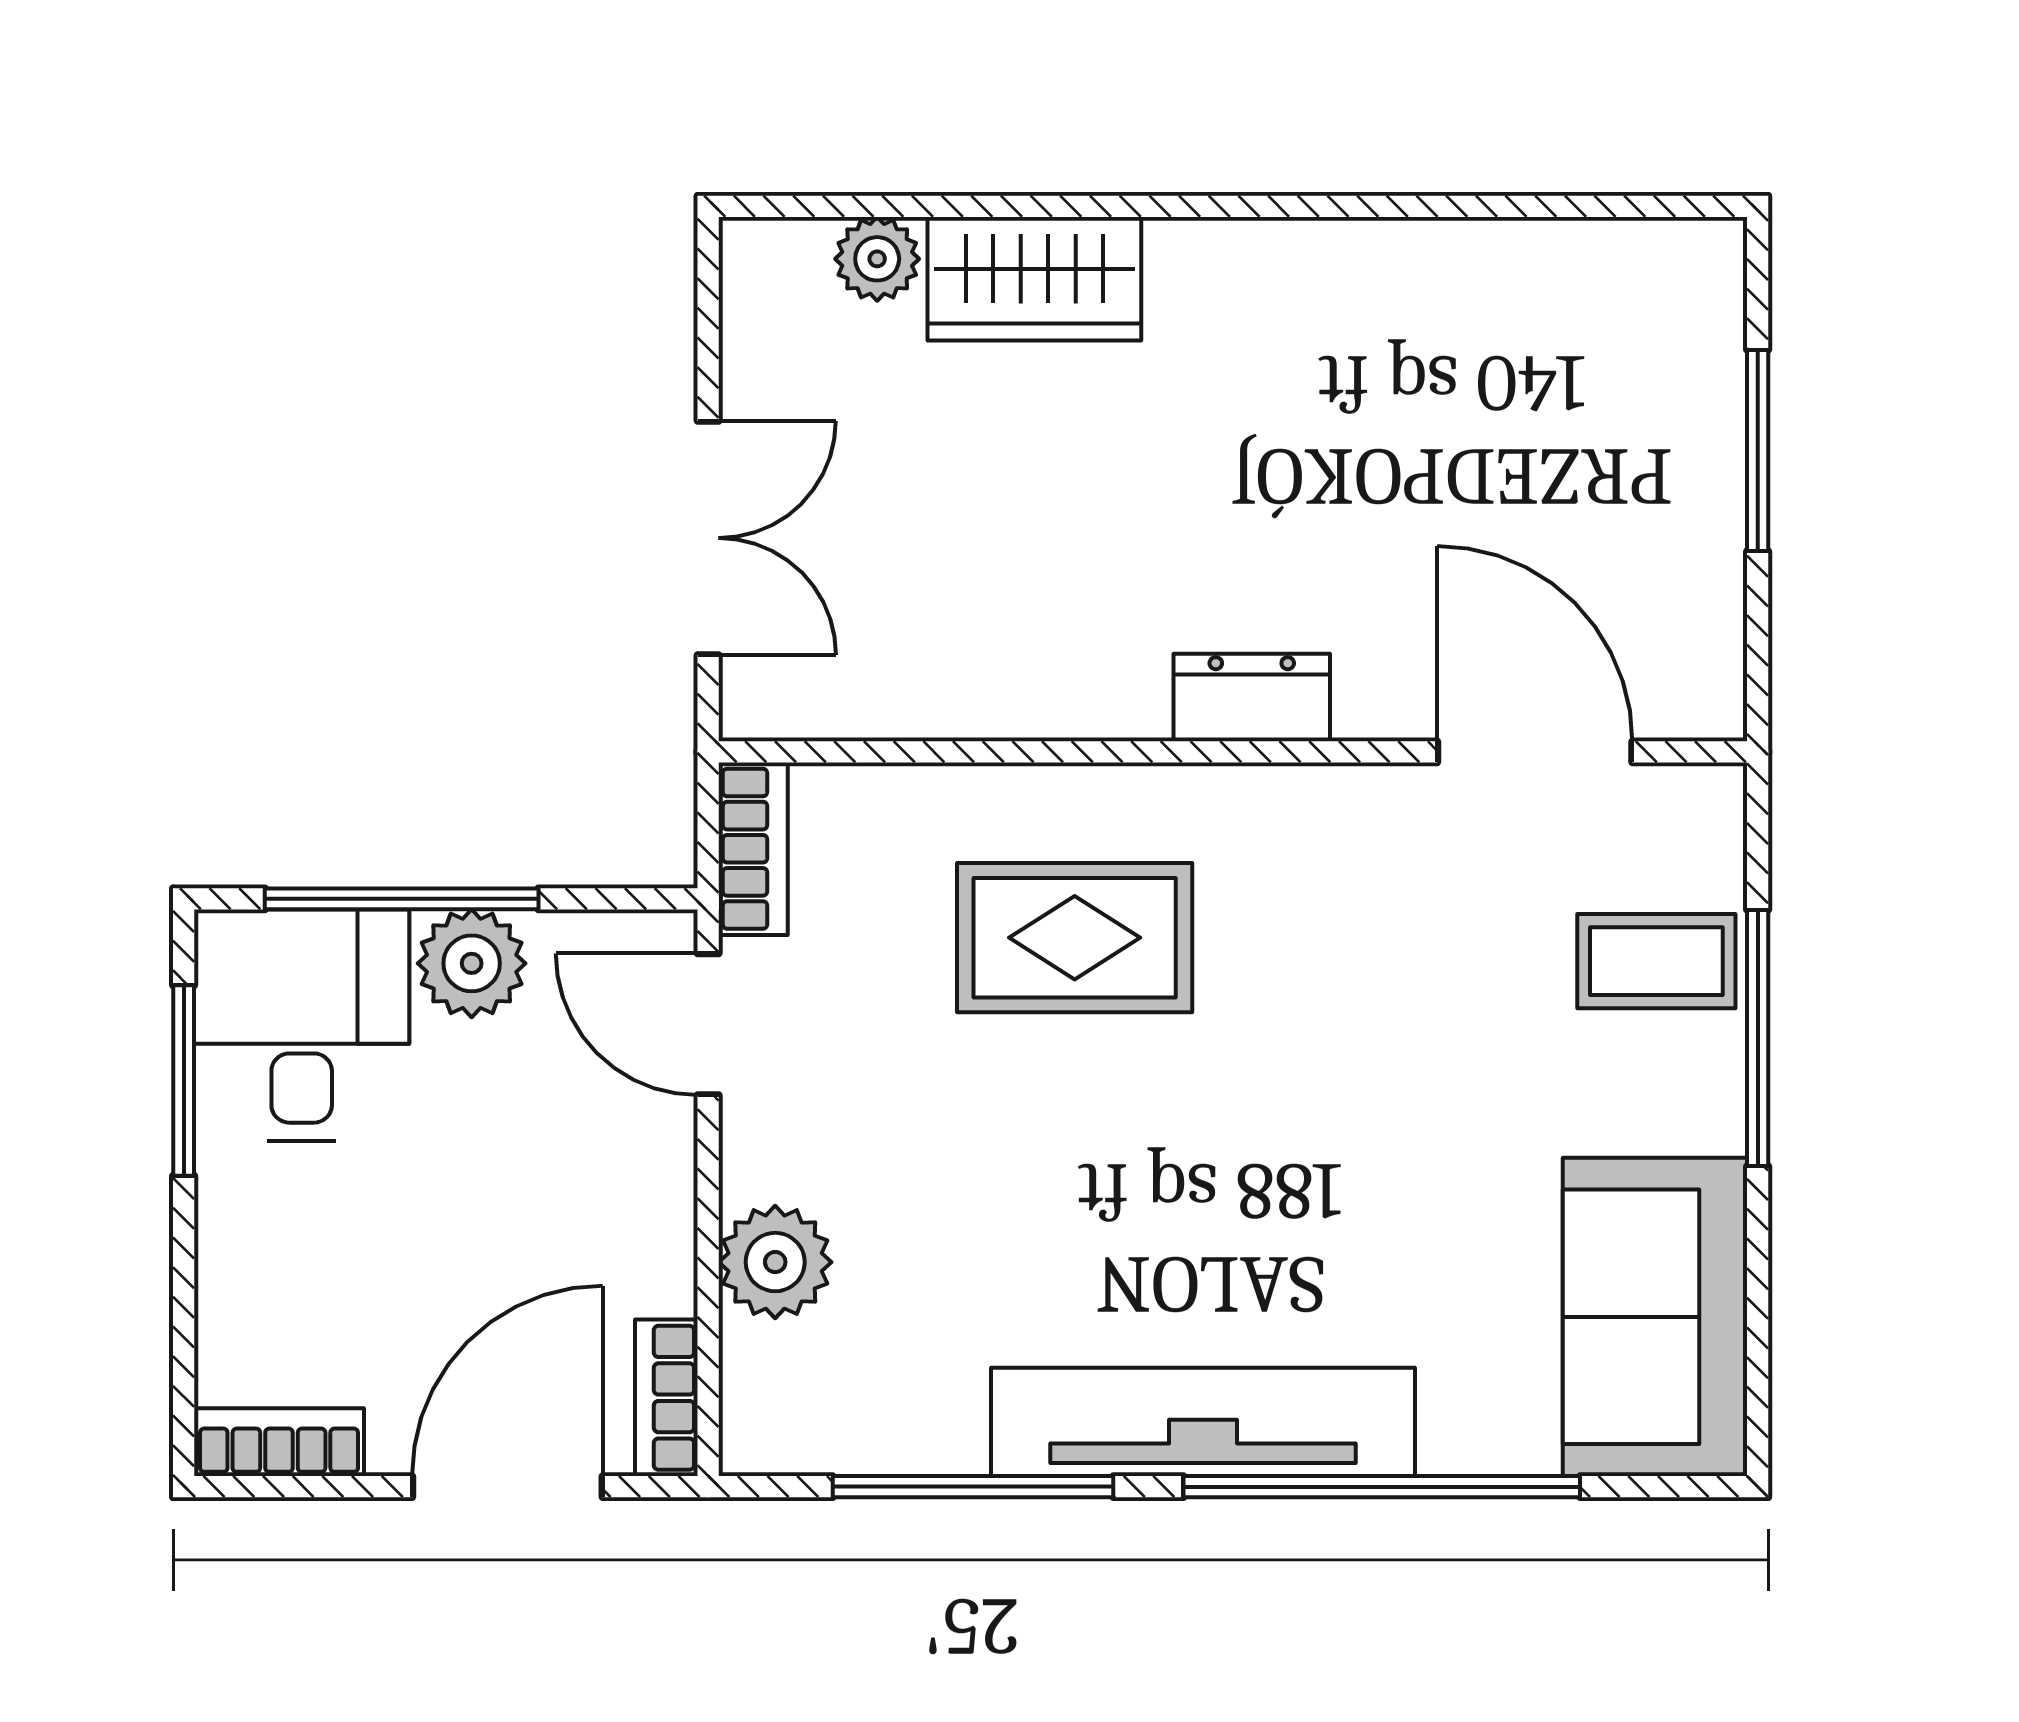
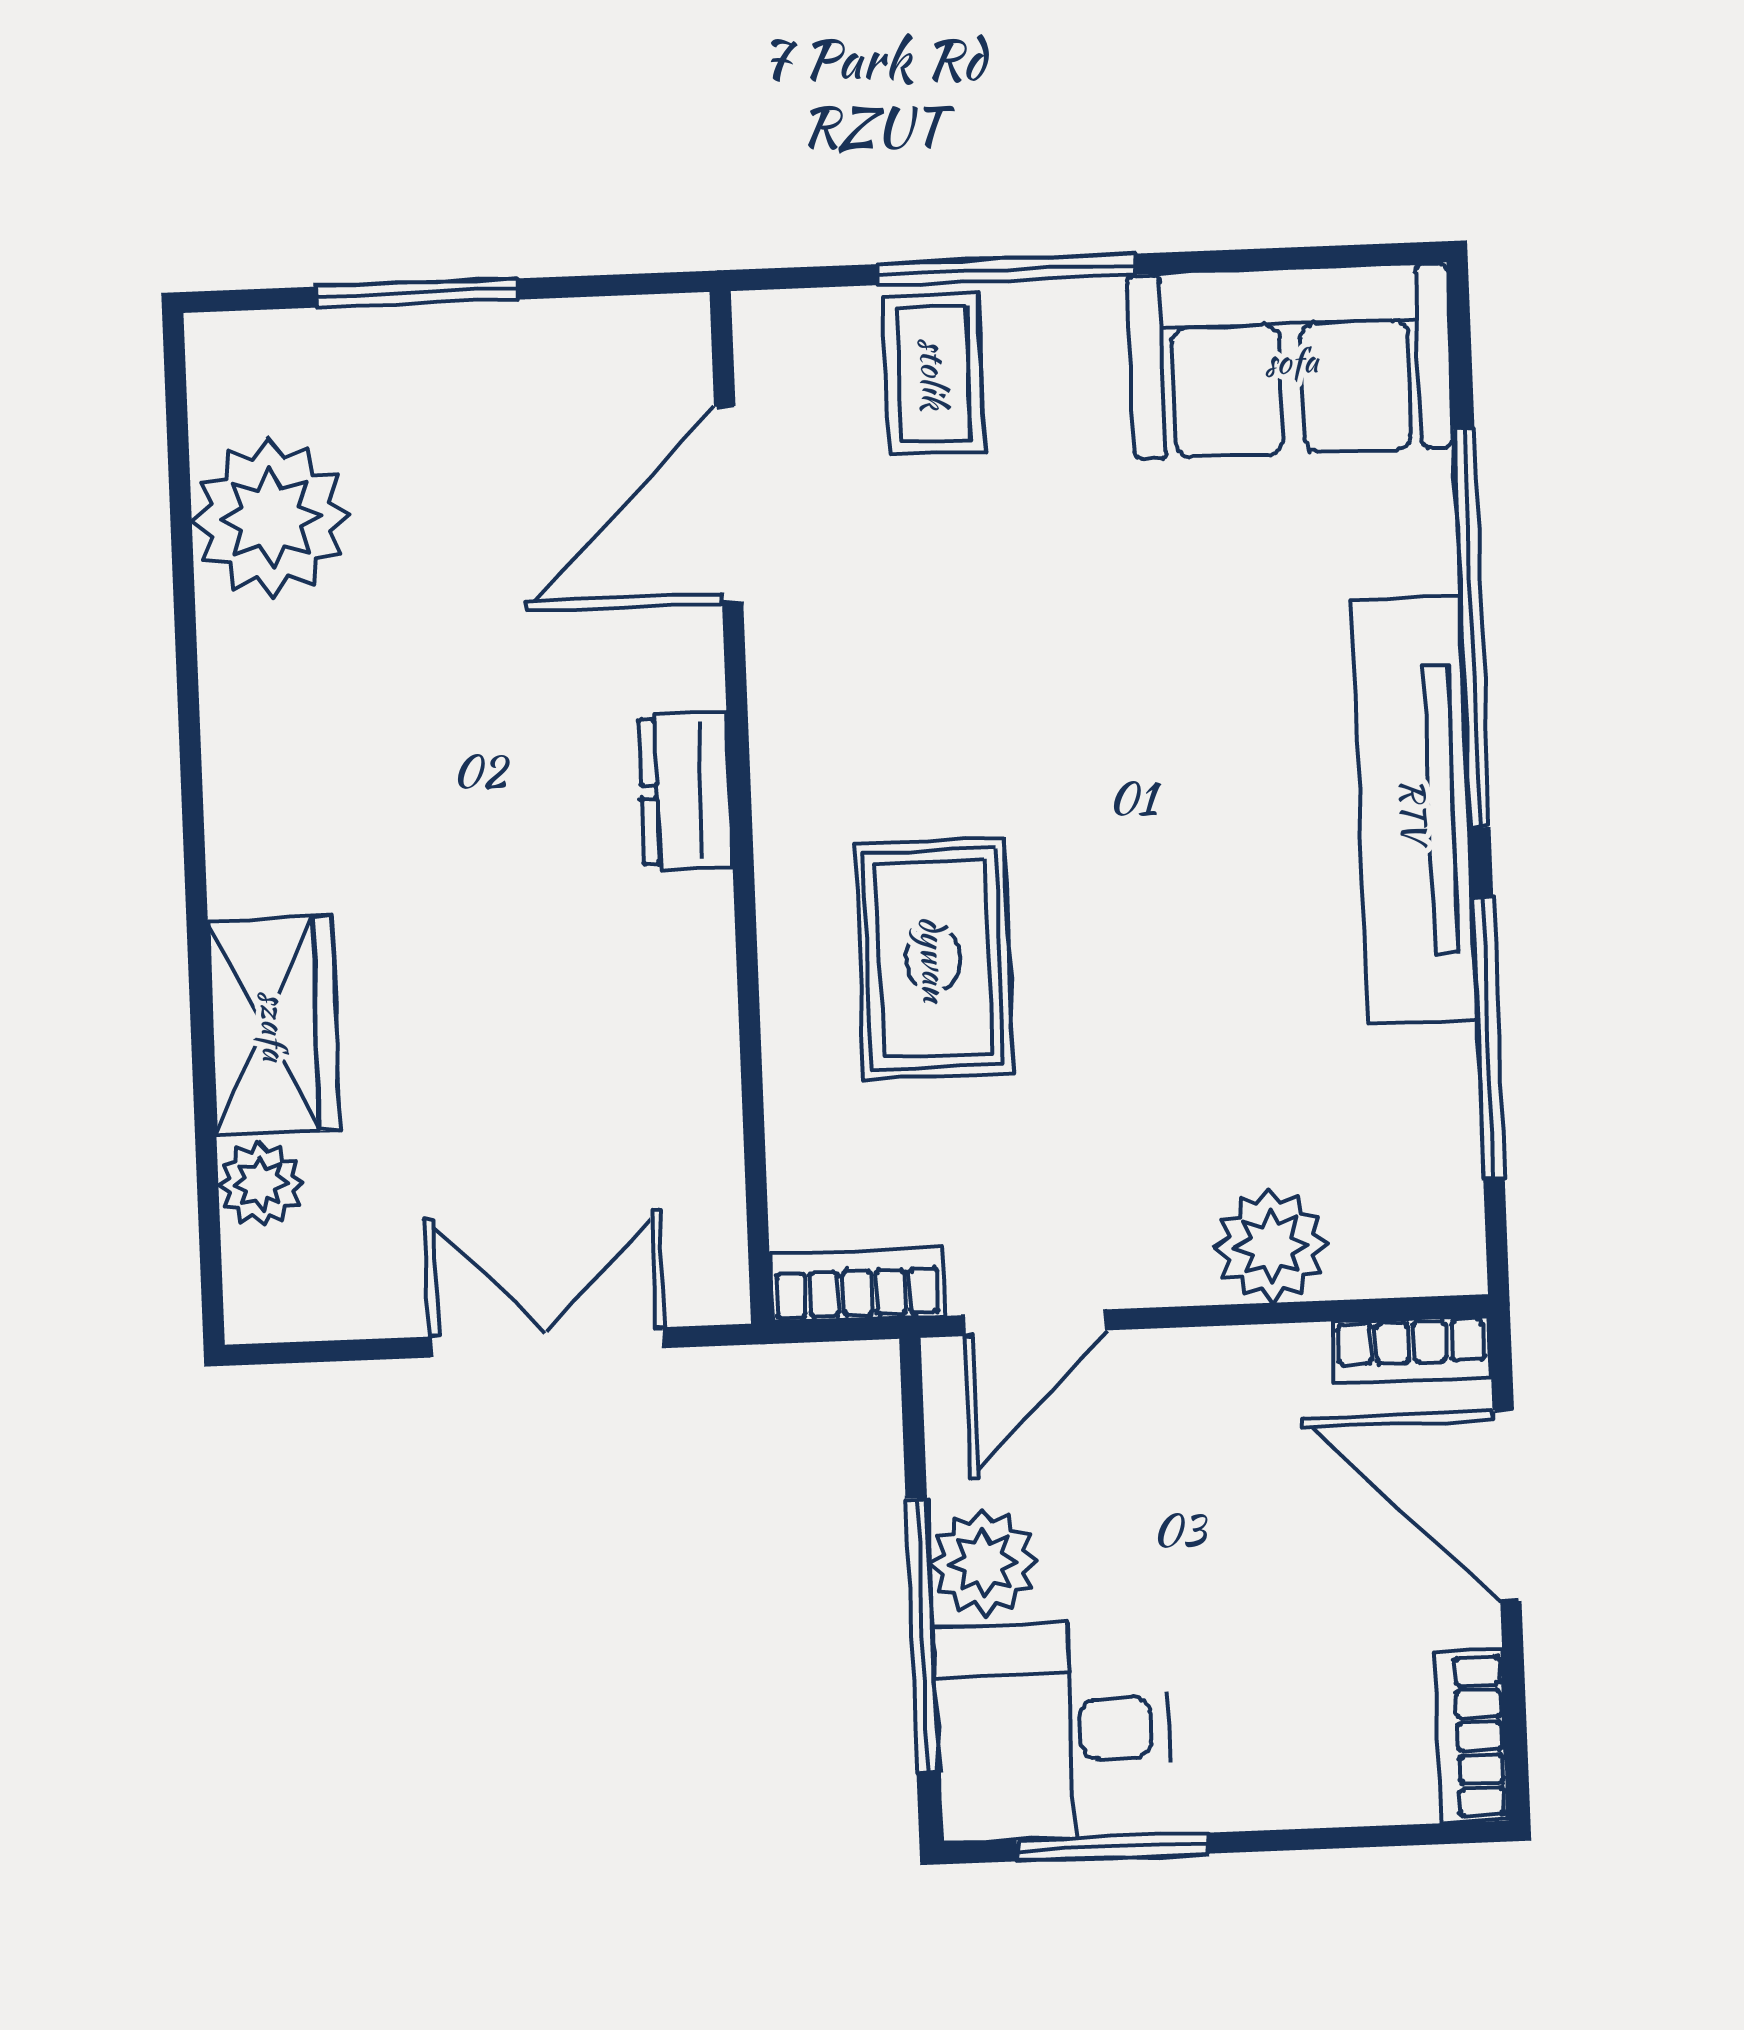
plant: (1540, 296) -> (271, 518), added

